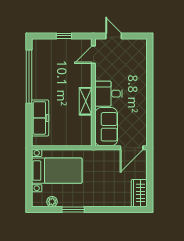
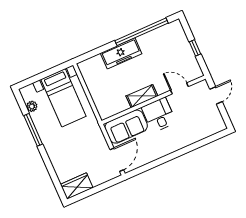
door: (93, 55) -> (179, 88), moved
freezer: (40, 118) -> (121, 53), moved
door: (132, 148) -> (117, 160), swing flipped
window: (73, 209) -> (33, 130), width x1.44

